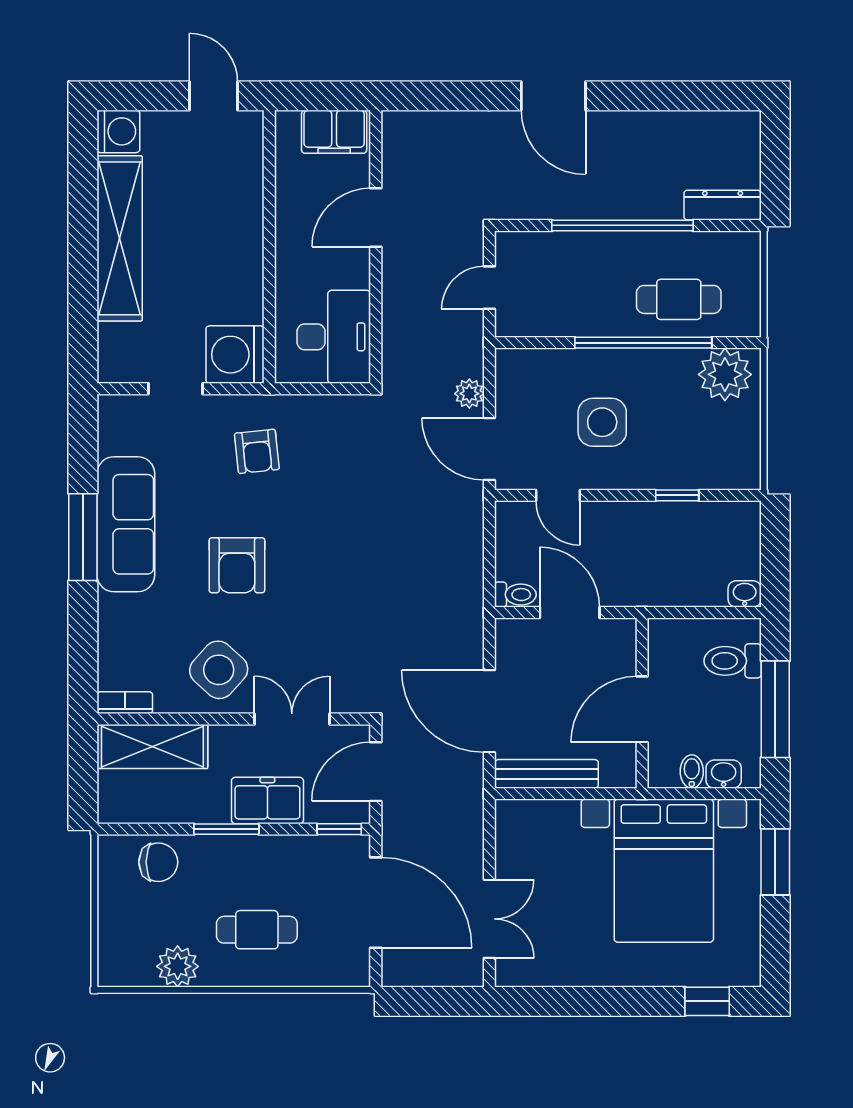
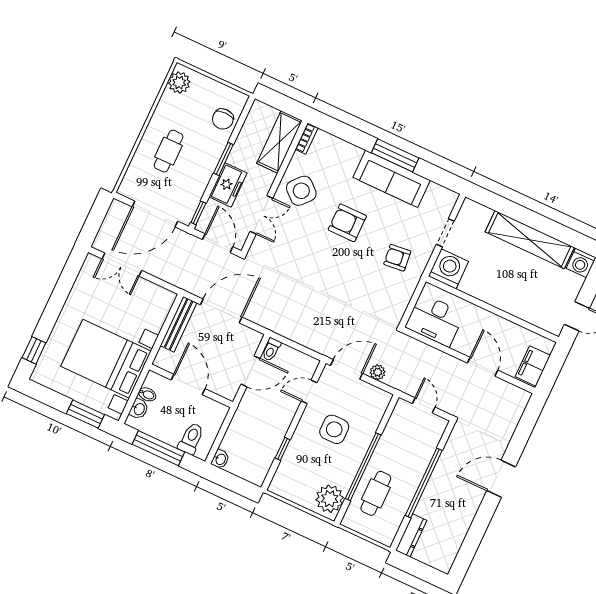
plant: (178, 966) -> (179, 83), moved

